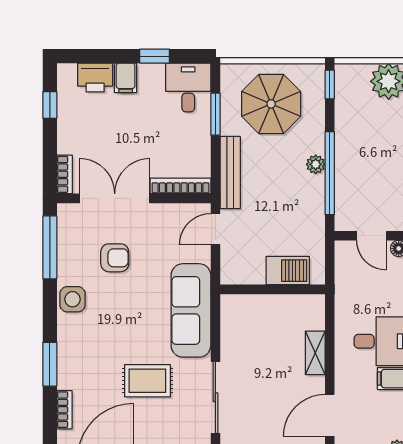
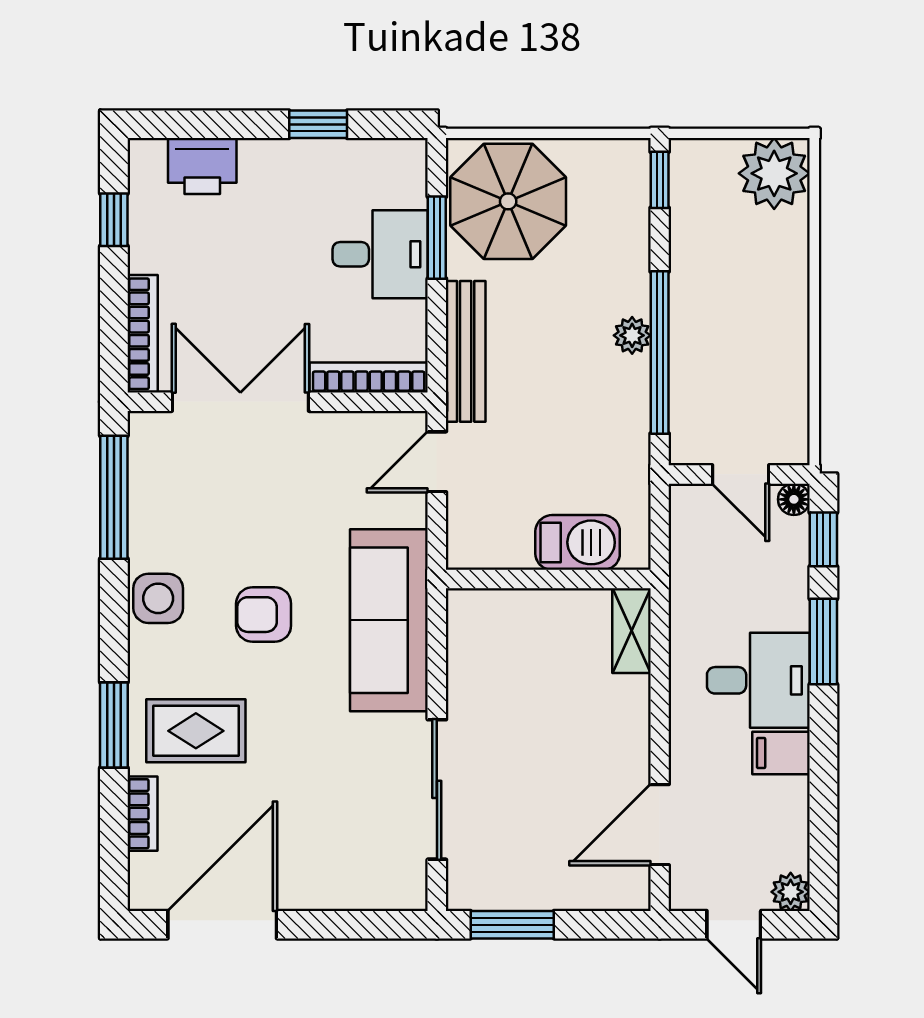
filing cabinet: (126, 78) -> (262, 167), removed
desk: (188, 87) -> (380, 254), moved, turned 90
parasol: (271, 104) -> (508, 201), moved
bookcase: (65, 174) -> (143, 334), width x1.56
armchair: (115, 258) -> (264, 615), moved, turned 180
shelving: (315, 353) -> (631, 631), moved
rug: (147, 381) -> (196, 731), moved

